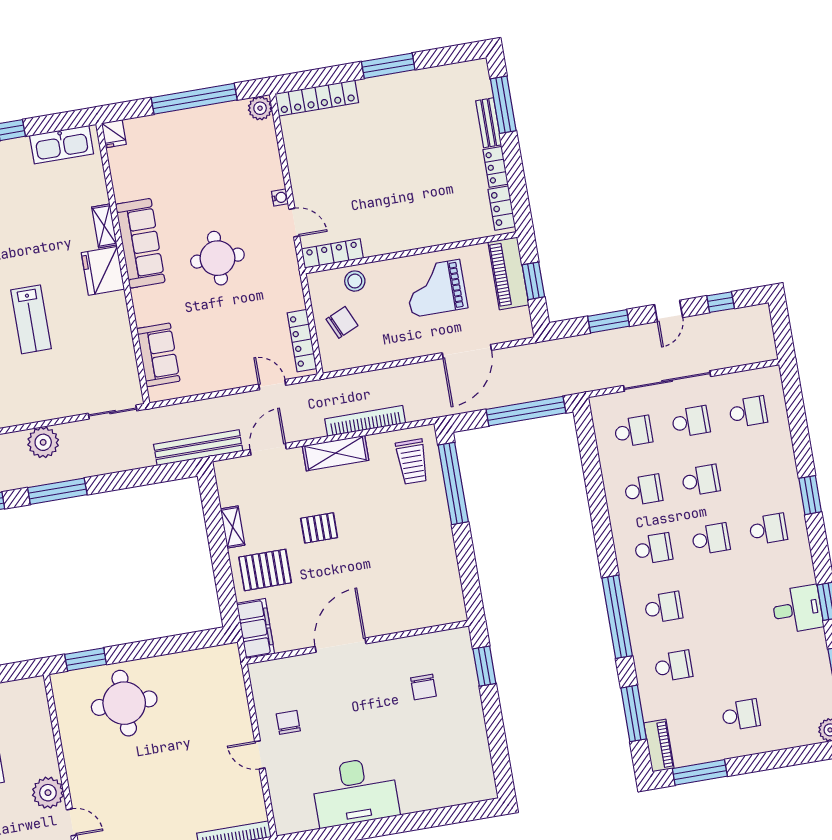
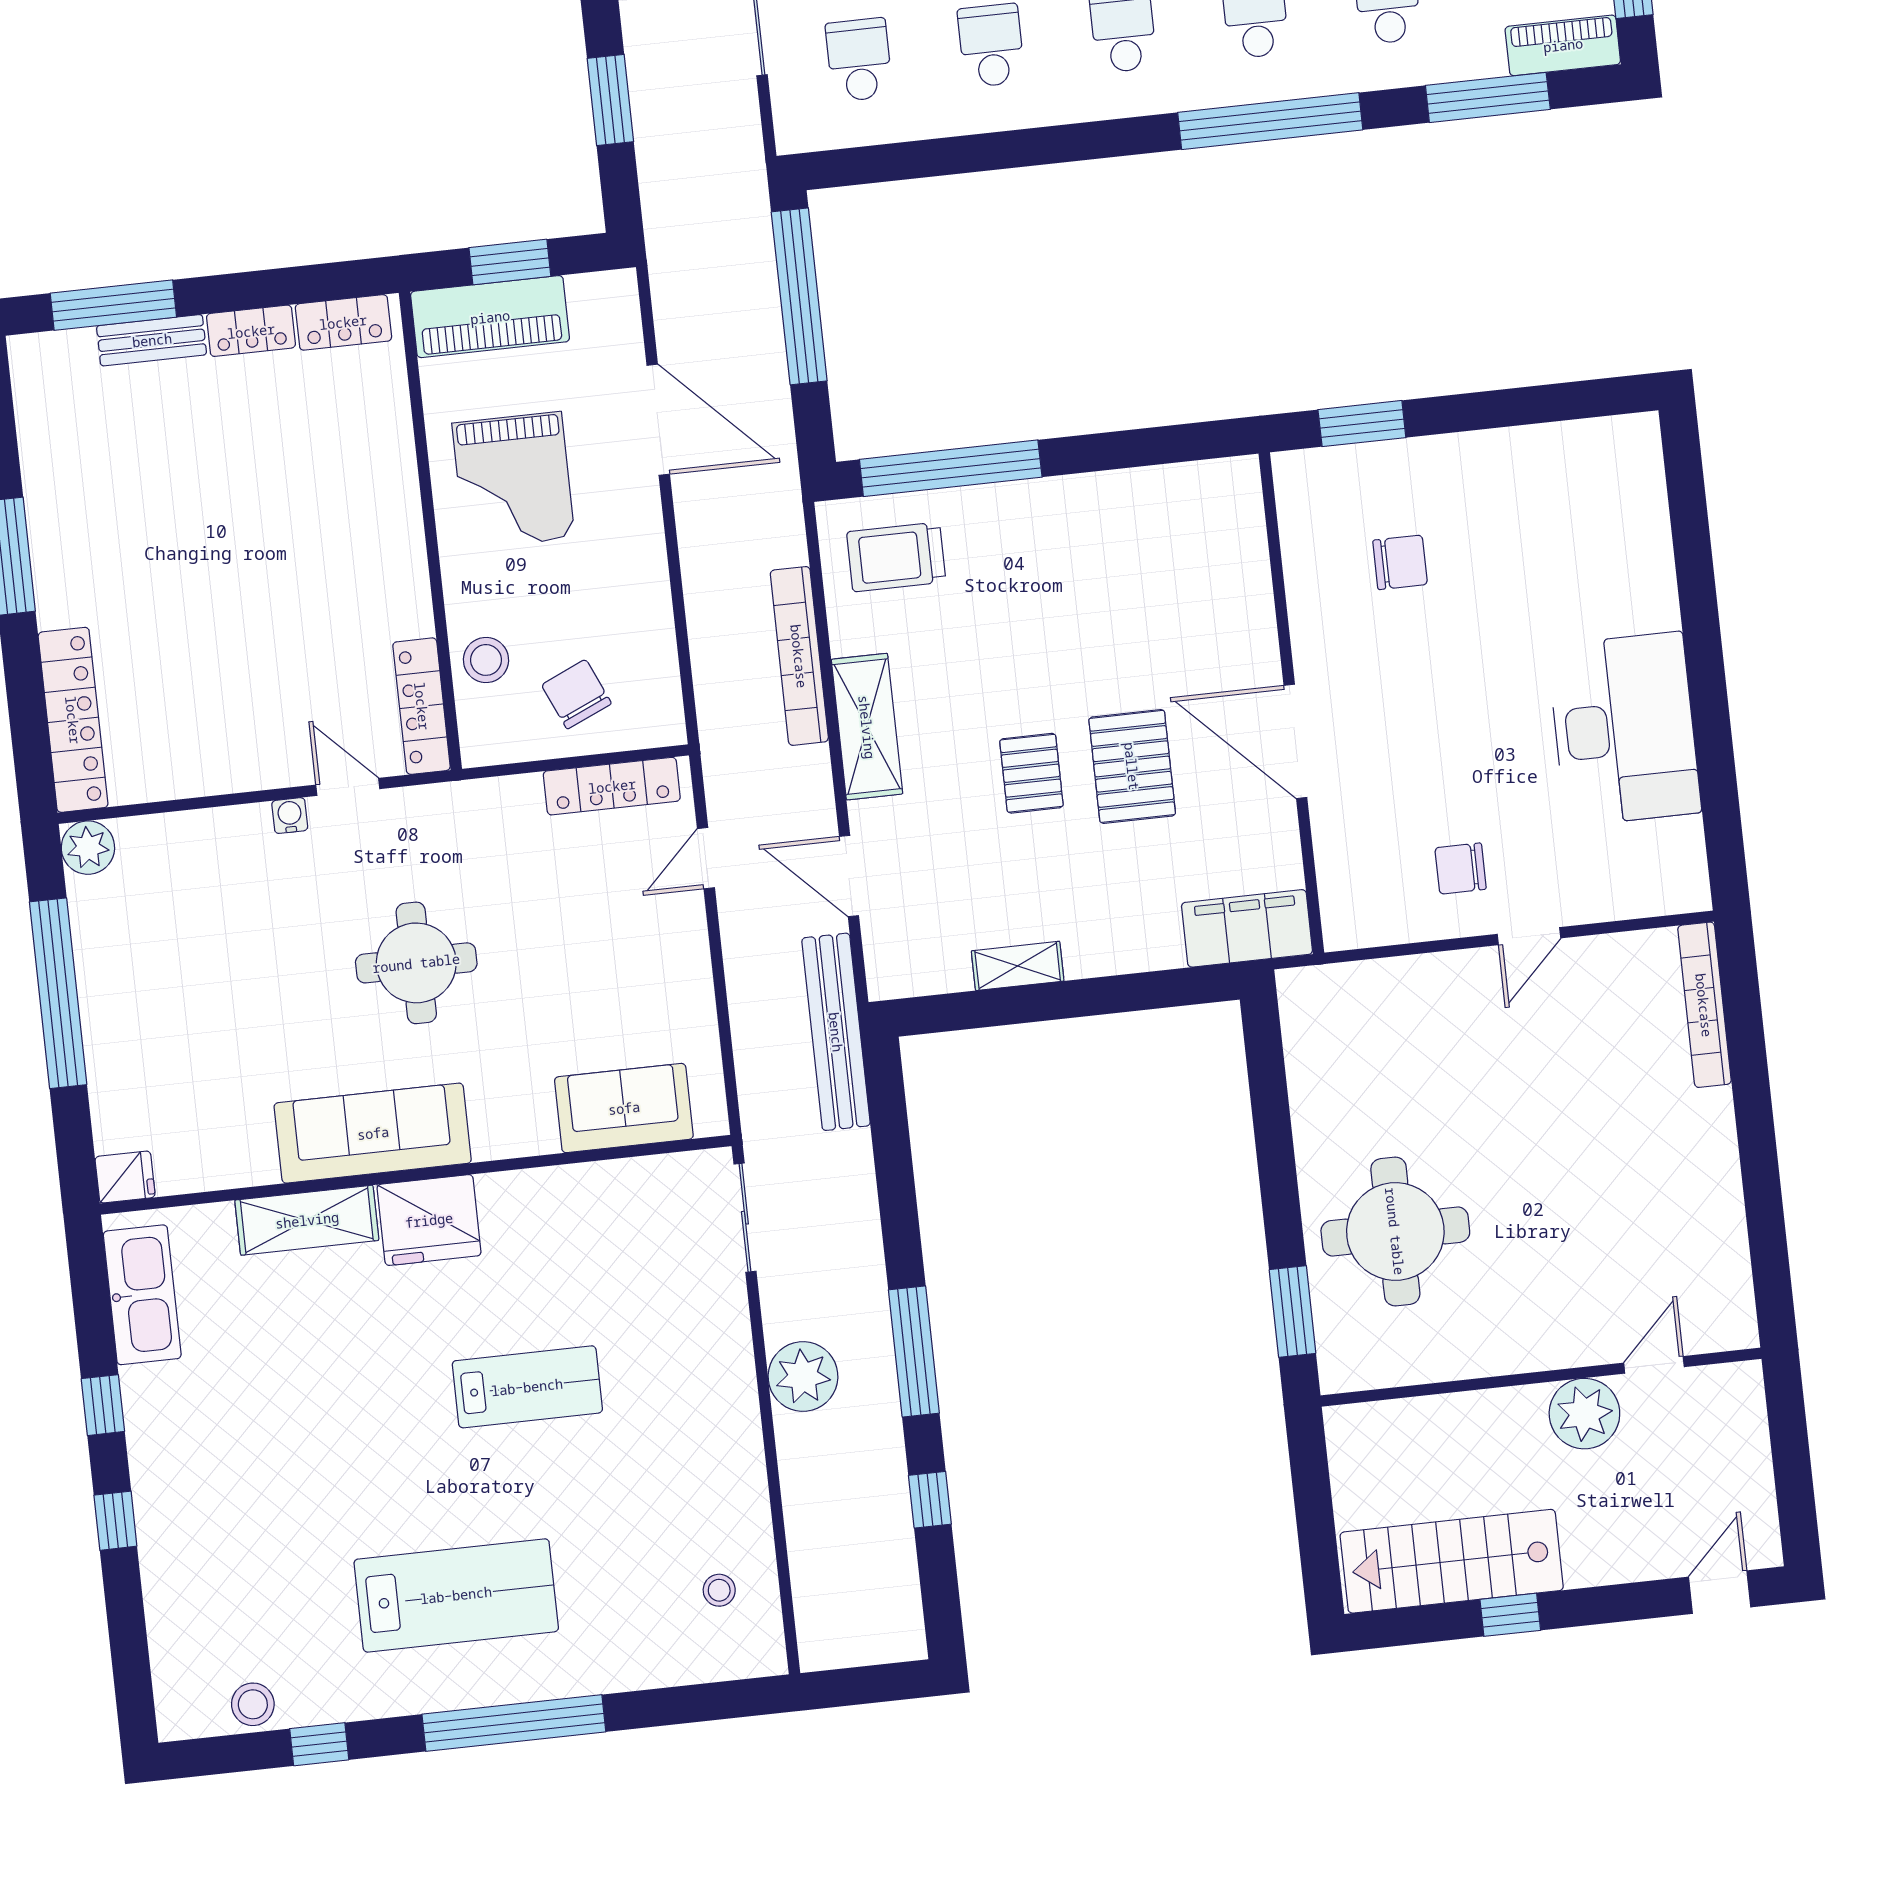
door: (294, 223) -> (348, 787), hinge flipped
shelving: (104, 226) -> (307, 1220), width x1.50, depth x1.33
trolley: (412, 462) -> (896, 557), turned 180
pallet: (265, 570) -> (1132, 766), moved

